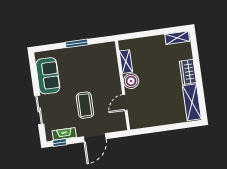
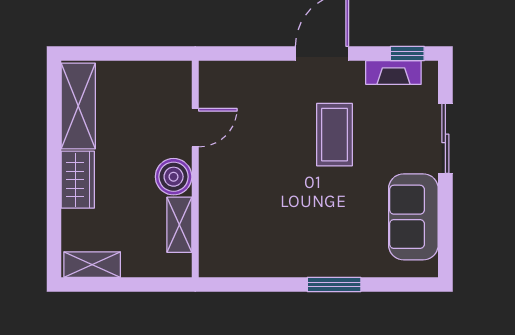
shelving: (126, 62) -> (179, 225), moved
boiler: (131, 81) -> (174, 177), moved
wall: (123, 85) -> (195, 169), moved
door: (125, 102) -> (195, 128), moved

